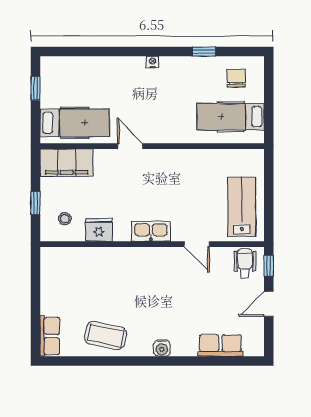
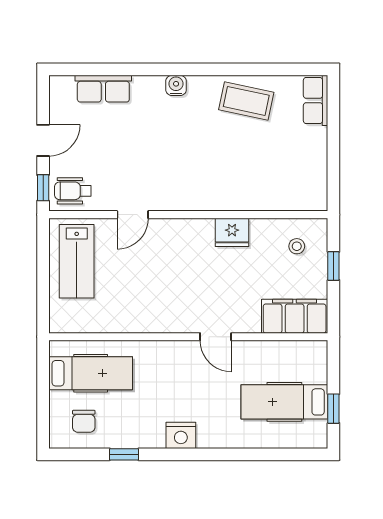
nightstand: (152, 62) -> (181, 435), width x1.89, depth x1.79
hospital bed: (75, 123) -> (284, 402), moved
fridge: (99, 230) -> (232, 232), moved
kitchen sink: (151, 231) -> (190, 231), removed
door: (197, 244) -> (133, 215), swing flipped
wheelchair: (245, 263) -> (73, 191), turned 90

